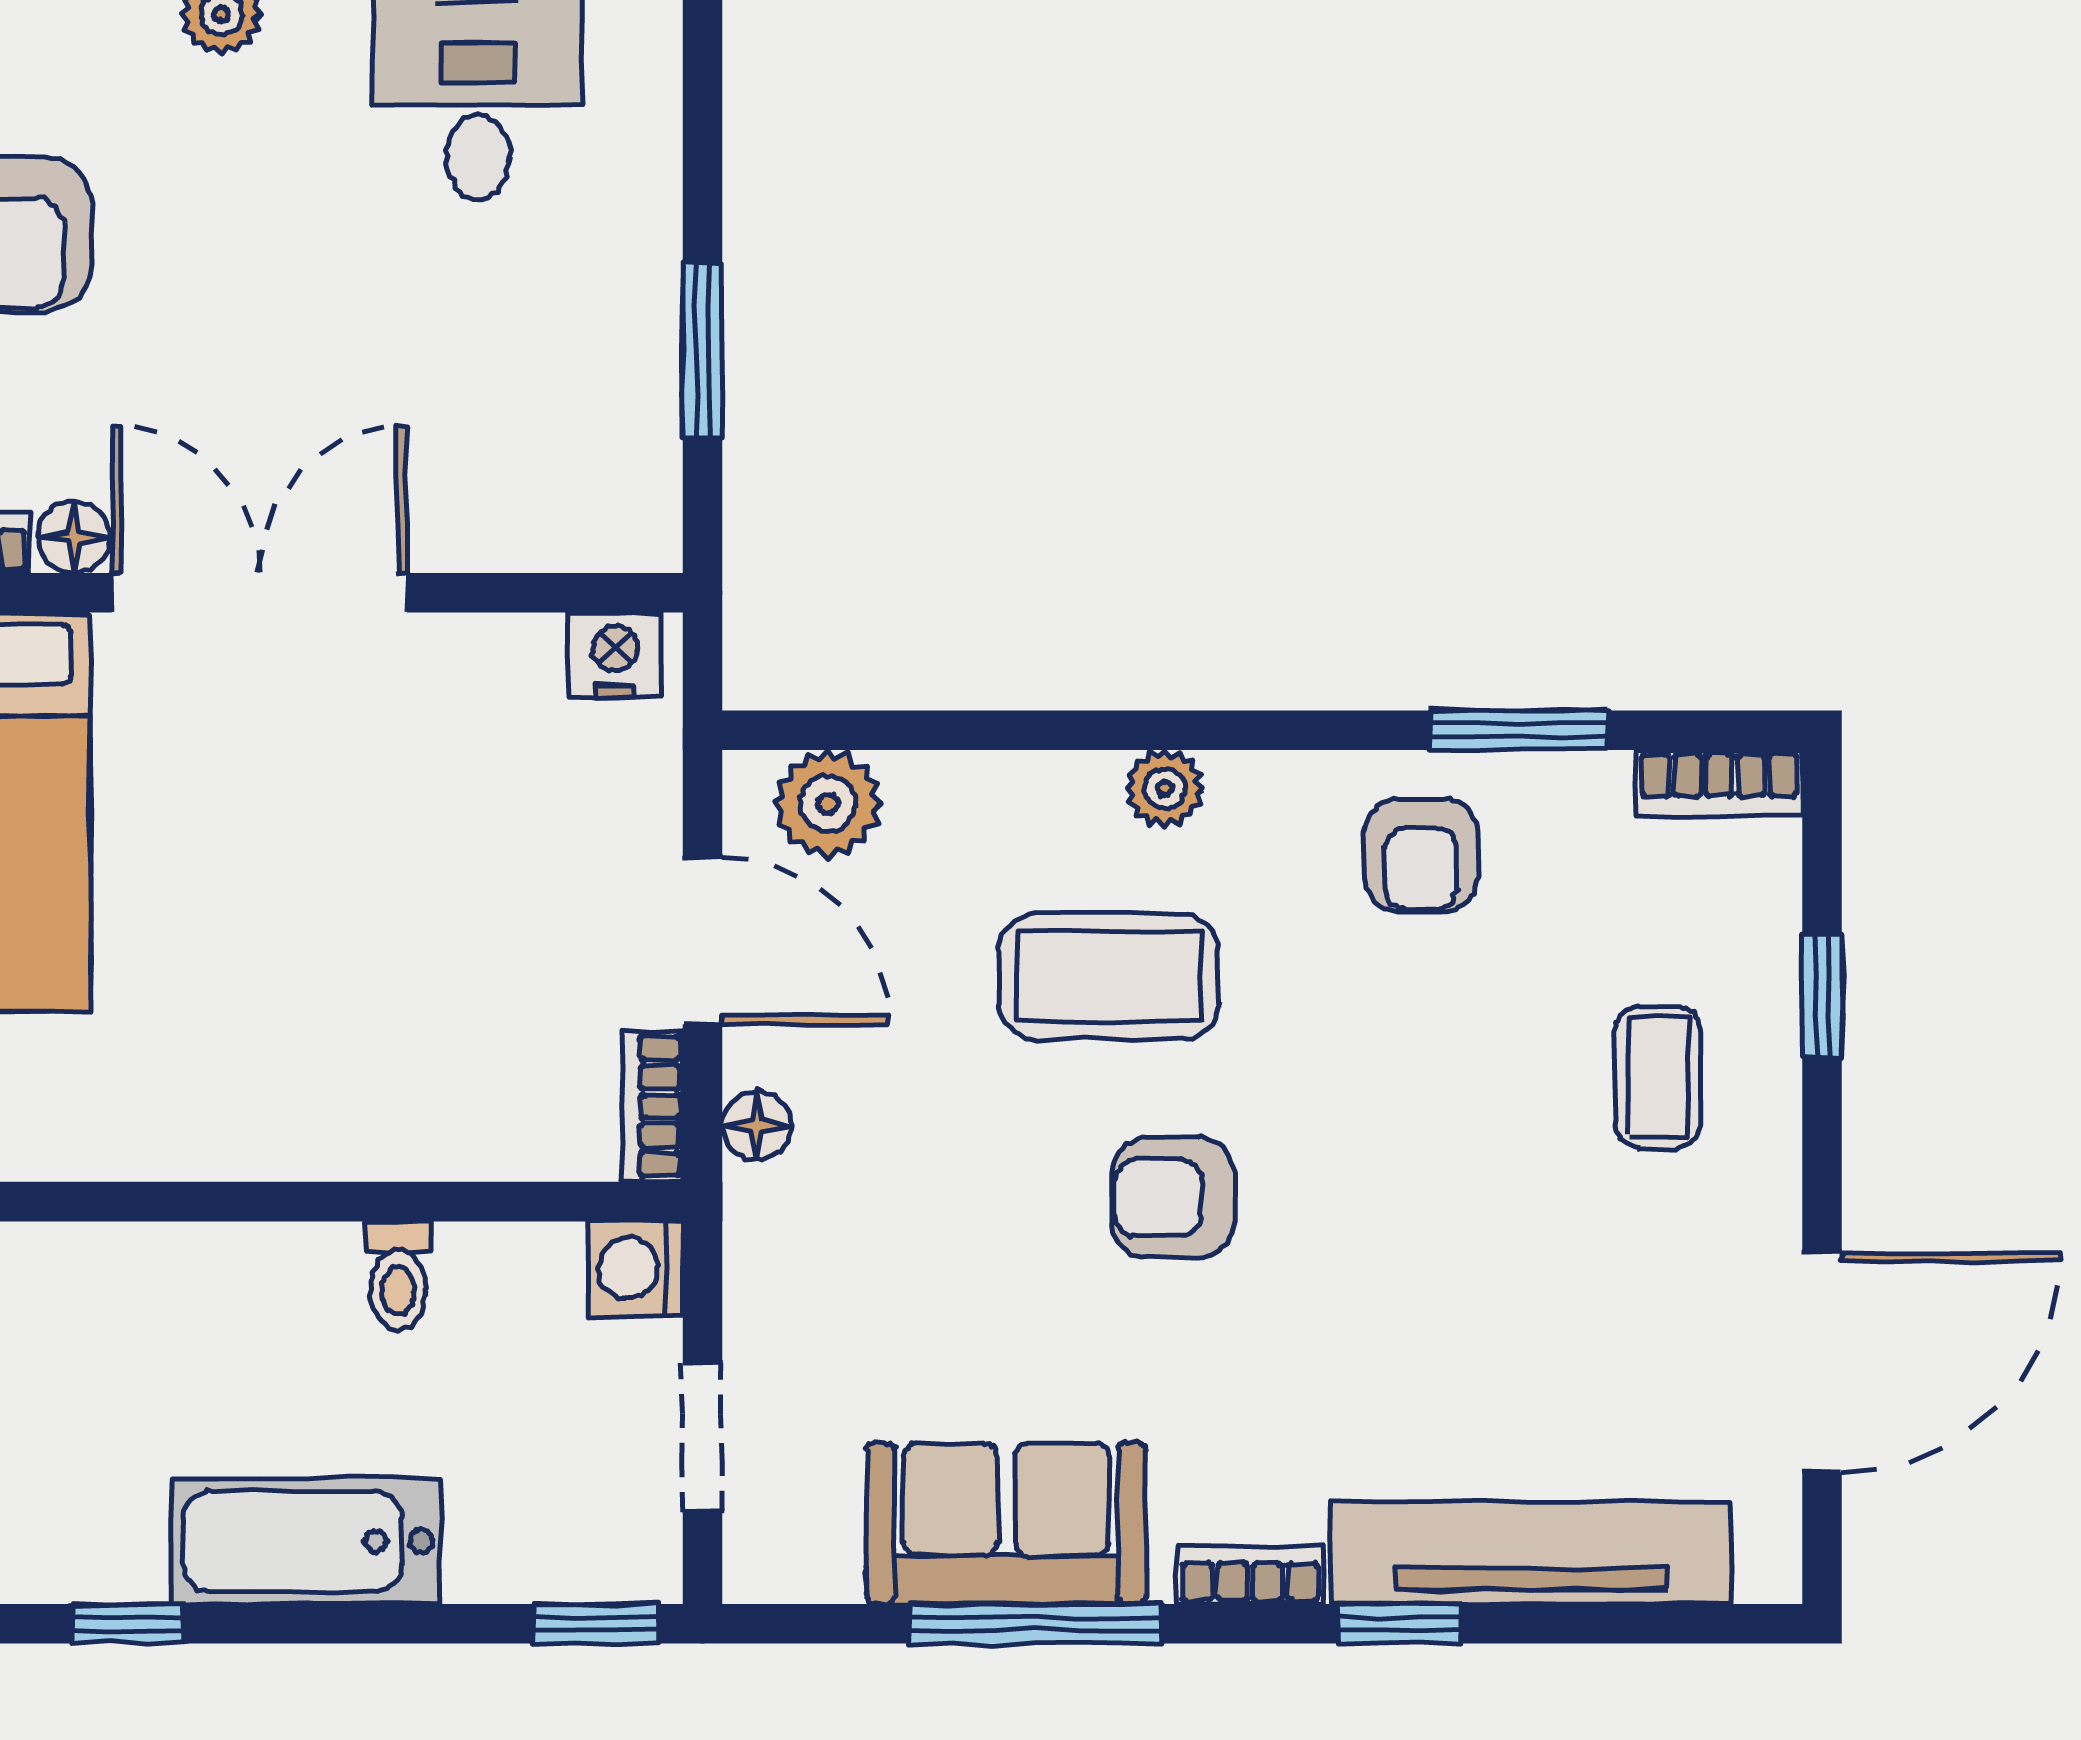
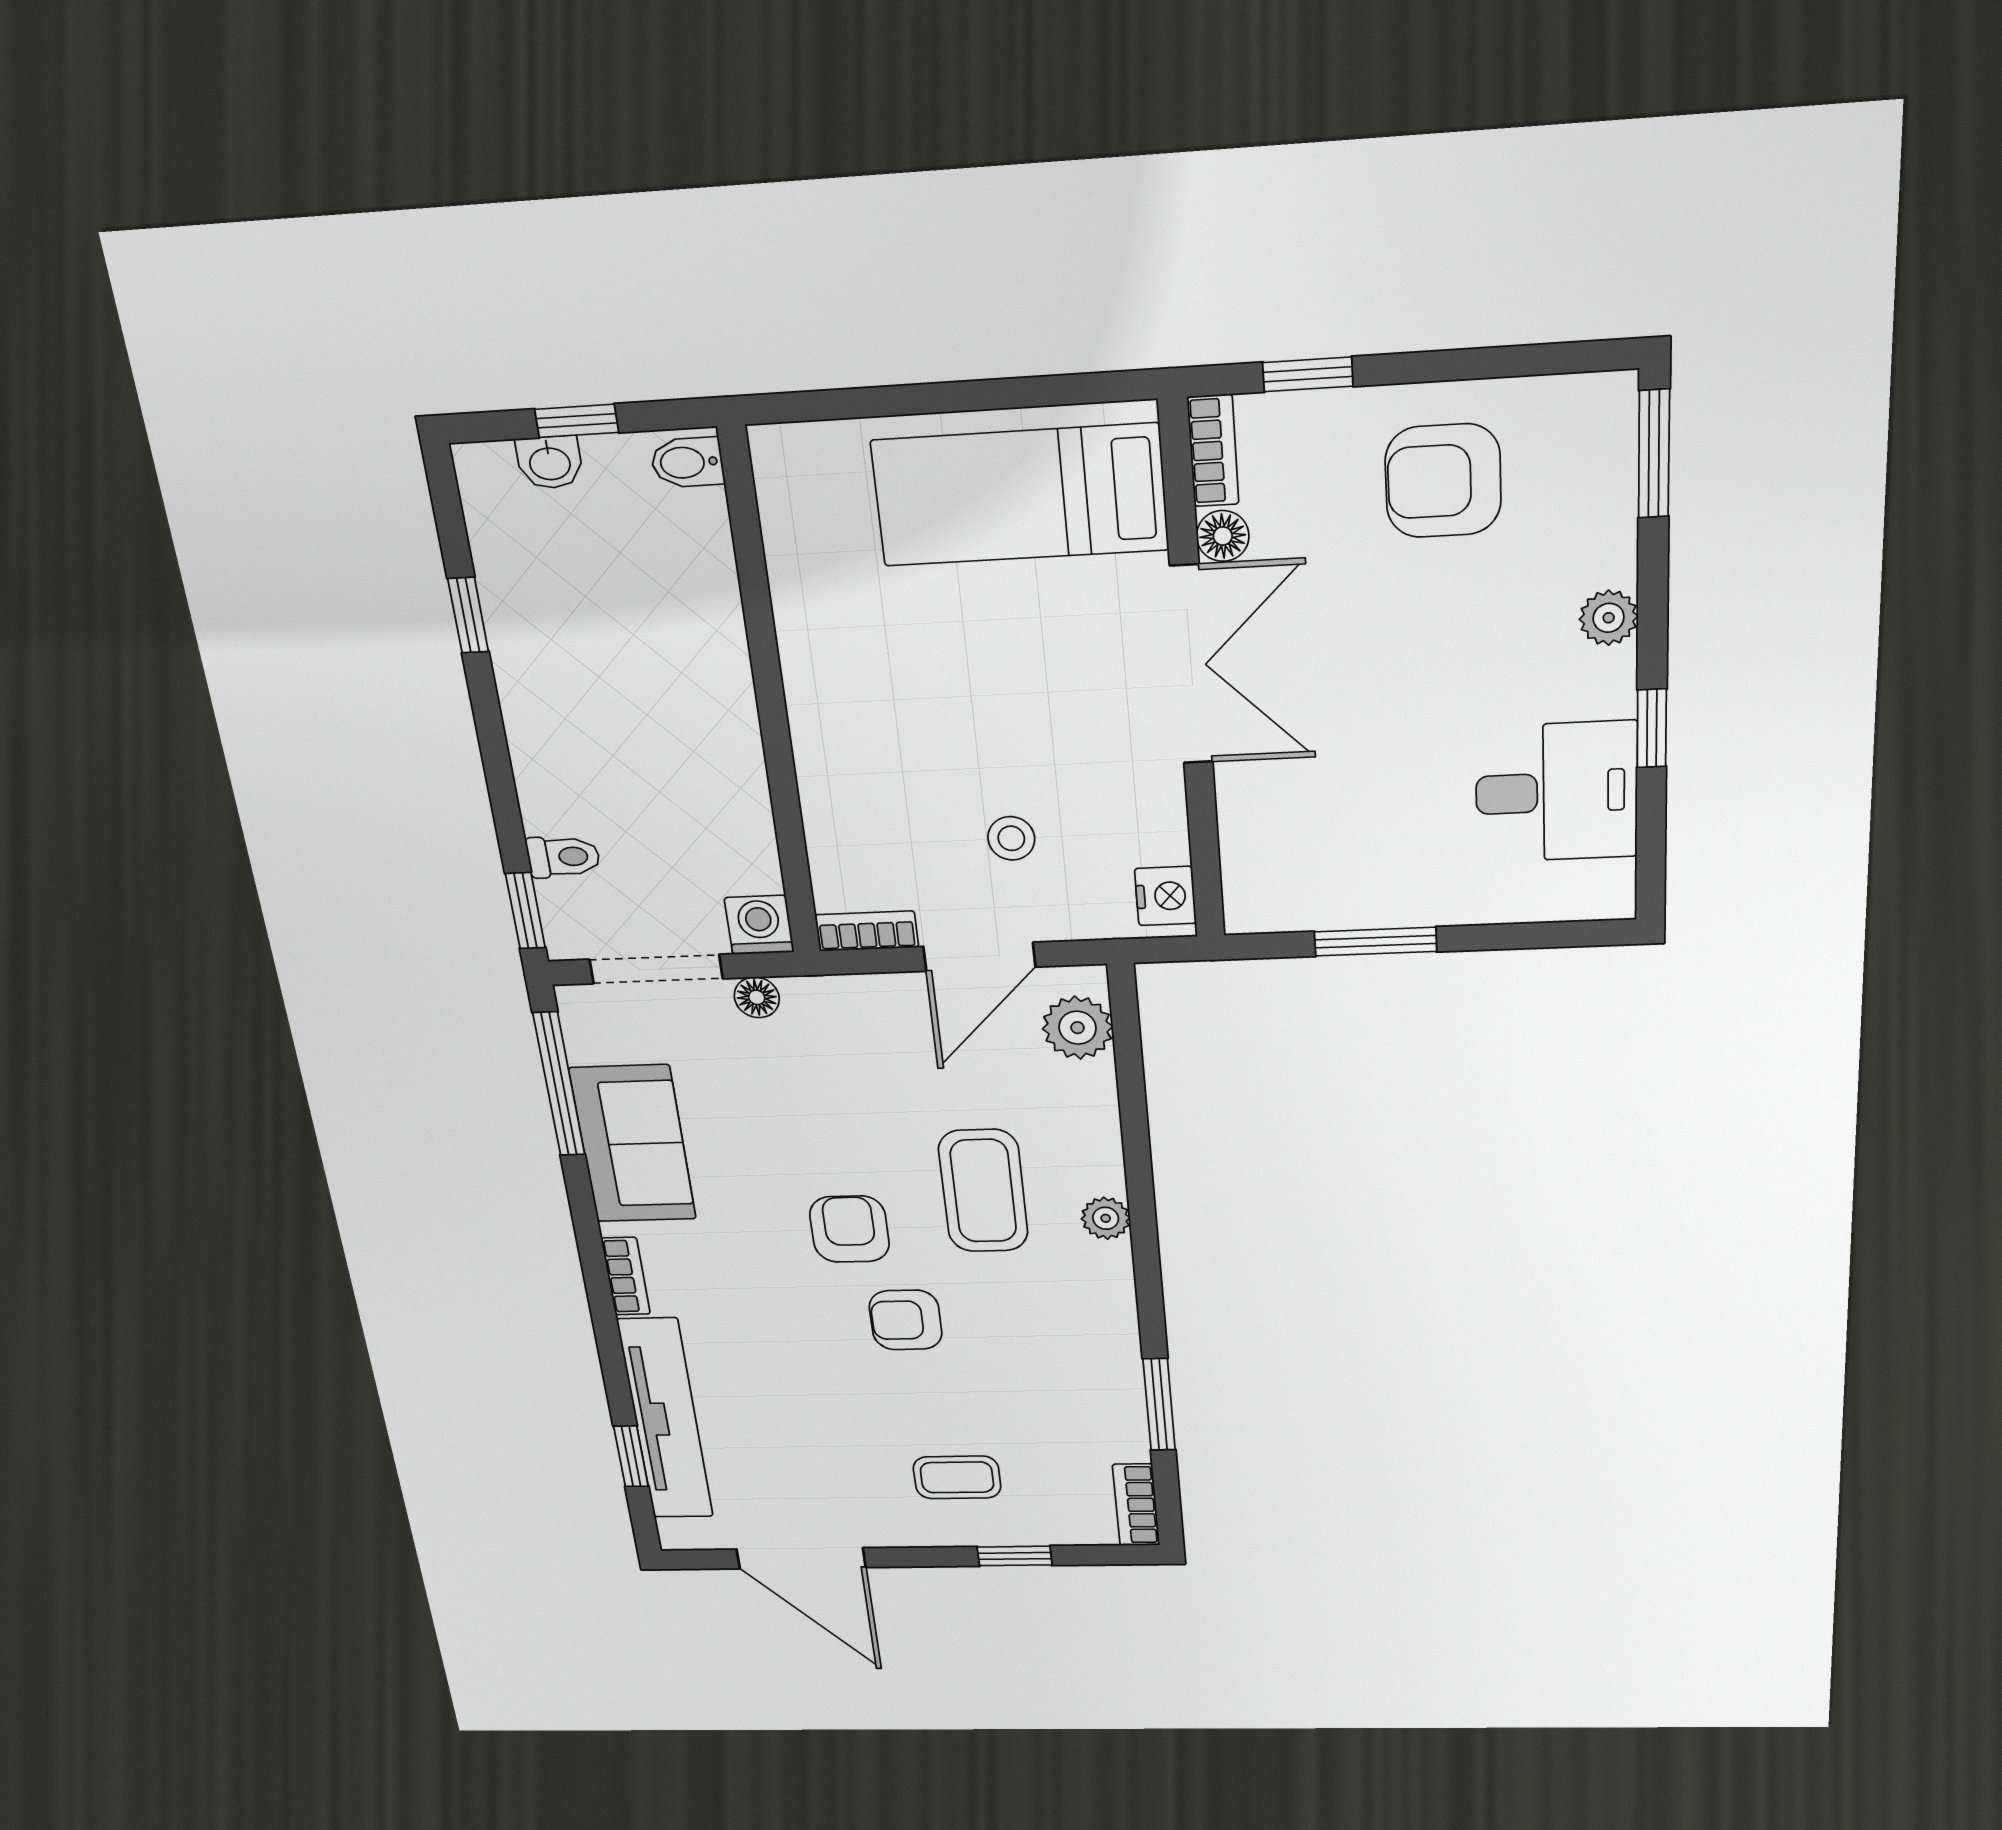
armchair: (1421, 855) -> (906, 1320), moved
stool: (512, 874) -> (1011, 838), added
floor lamp: (757, 1125) -> (757, 997), moved
toilet: (398, 1276) -> (563, 857), moved, turned 180
doorway: (703, 1438) -> (656, 969), width x1.38
bathtub: (306, 1541) -> (545, 728), removed
window: (1036, 1624) -> (559, 1084), moved
window: (1400, 1624) -> (631, 1456), moved

